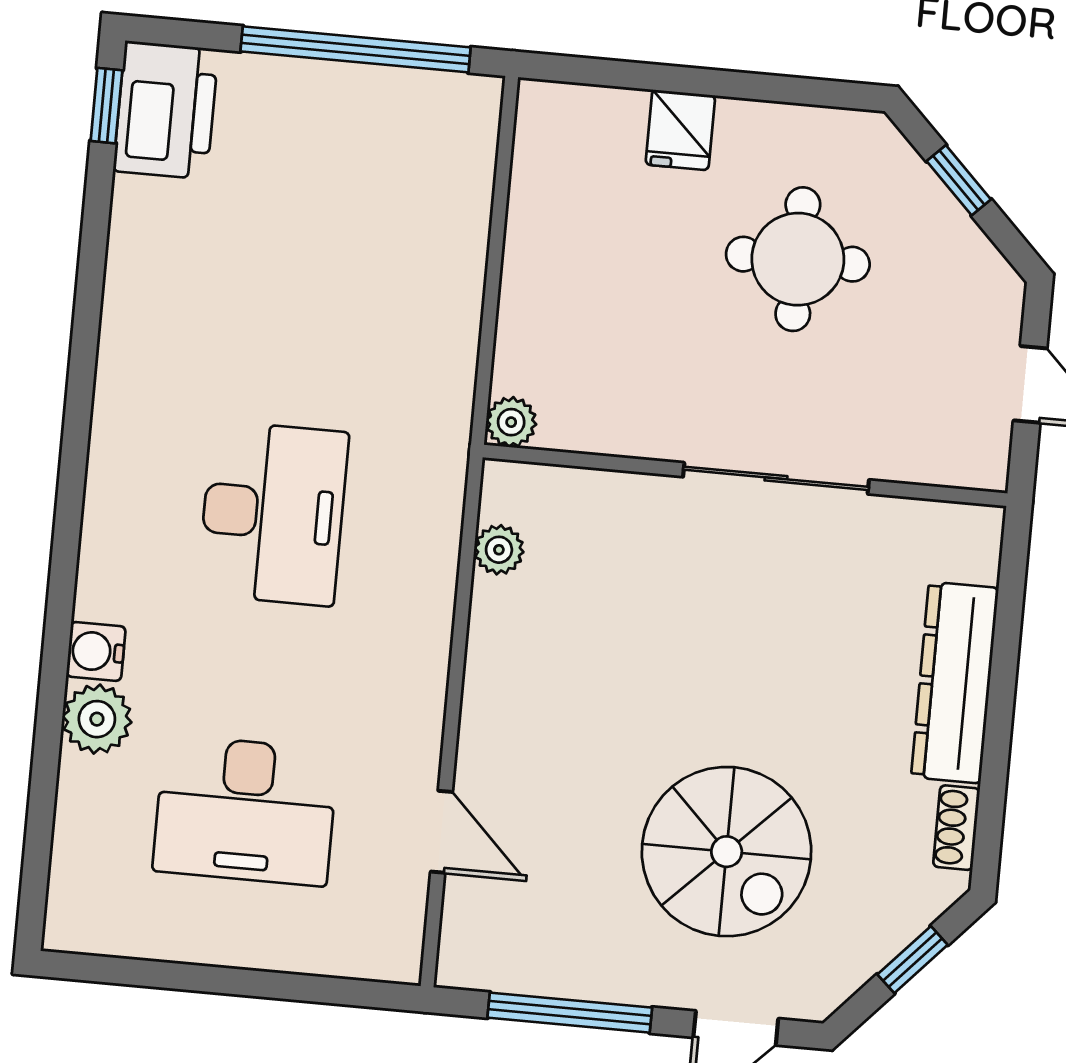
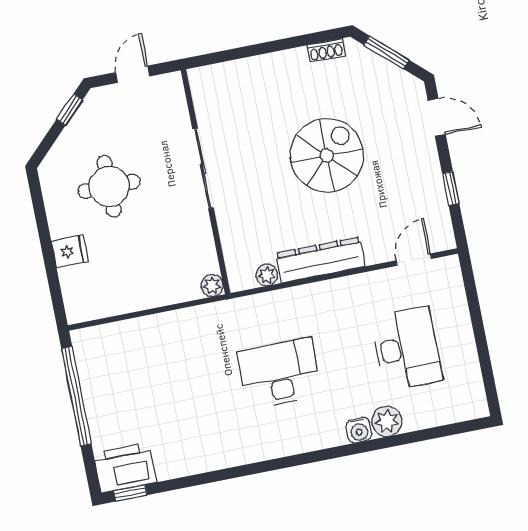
window: (959, 180) -> (70, 109), moved
dresser: (955, 683) -> (321, 260), moved, turned 180
door: (442, 832) -> (414, 260), moved
spiral stairs: (727, 852) -> (327, 155), moved
window: (913, 960) -> (386, 52), width x1.50
window: (570, 1013) -> (451, 188), width x0.46

